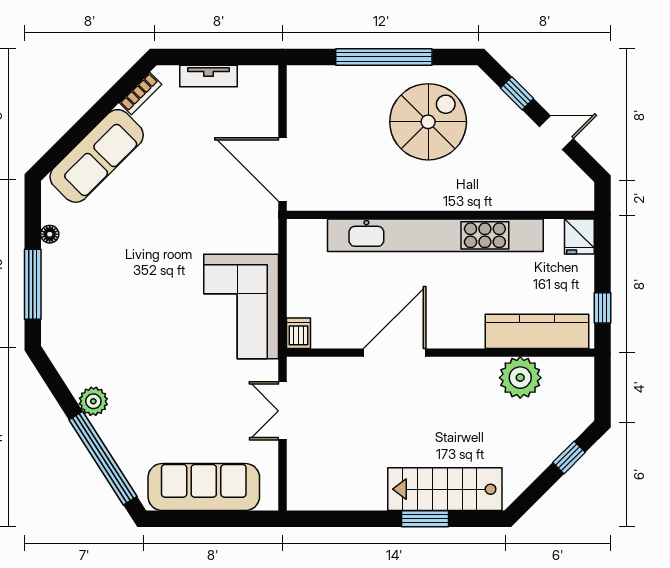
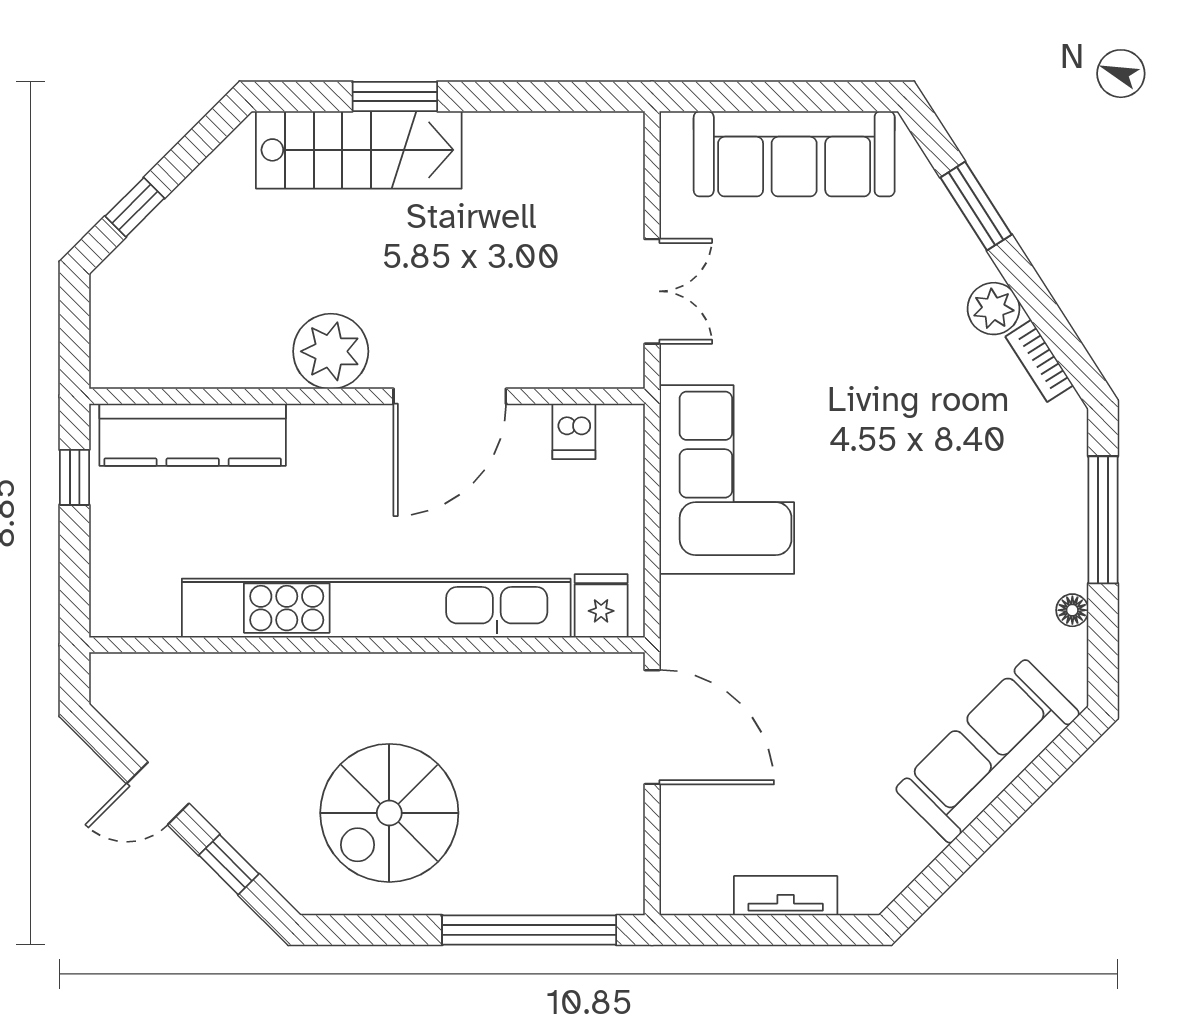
window: (384, 57) -> (529, 930), moved
bookcase: (140, 93) -> (1039, 361), moved, turned -78
fridge: (579, 237) -> (601, 606), moved
dishwasher: (298, 333) -> (574, 431), moved
plant: (520, 378) -> (331, 351), moved
window: (103, 458) -> (976, 206), width x0.47

